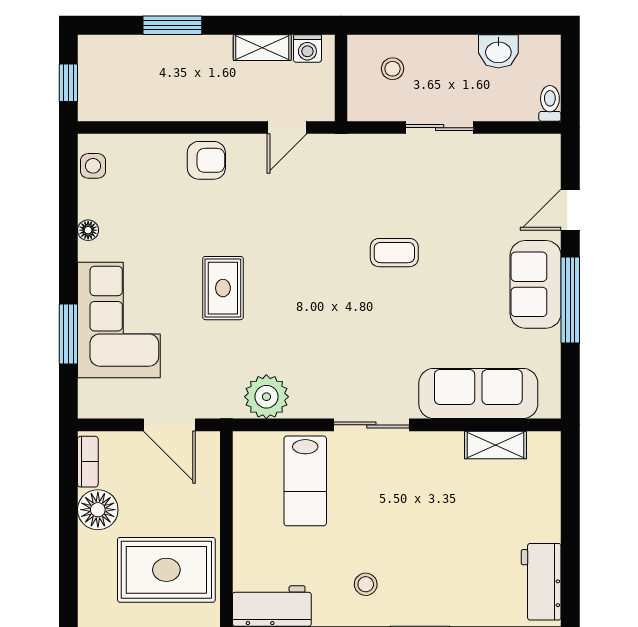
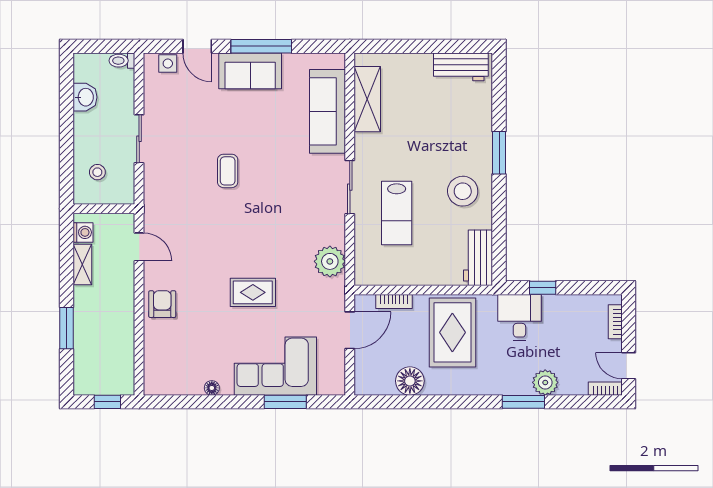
side table: (93, 166) -> (168, 64), moved
shelving: (496, 445) -> (367, 99), width x1.50, depth x1.33
bookcase: (88, 462) -> (394, 302), moved, turned 180
lab bench: (305, 481) -> (397, 213), moved, turned 90
stool: (366, 584) -> (463, 191), width x1.89, depth x1.89

